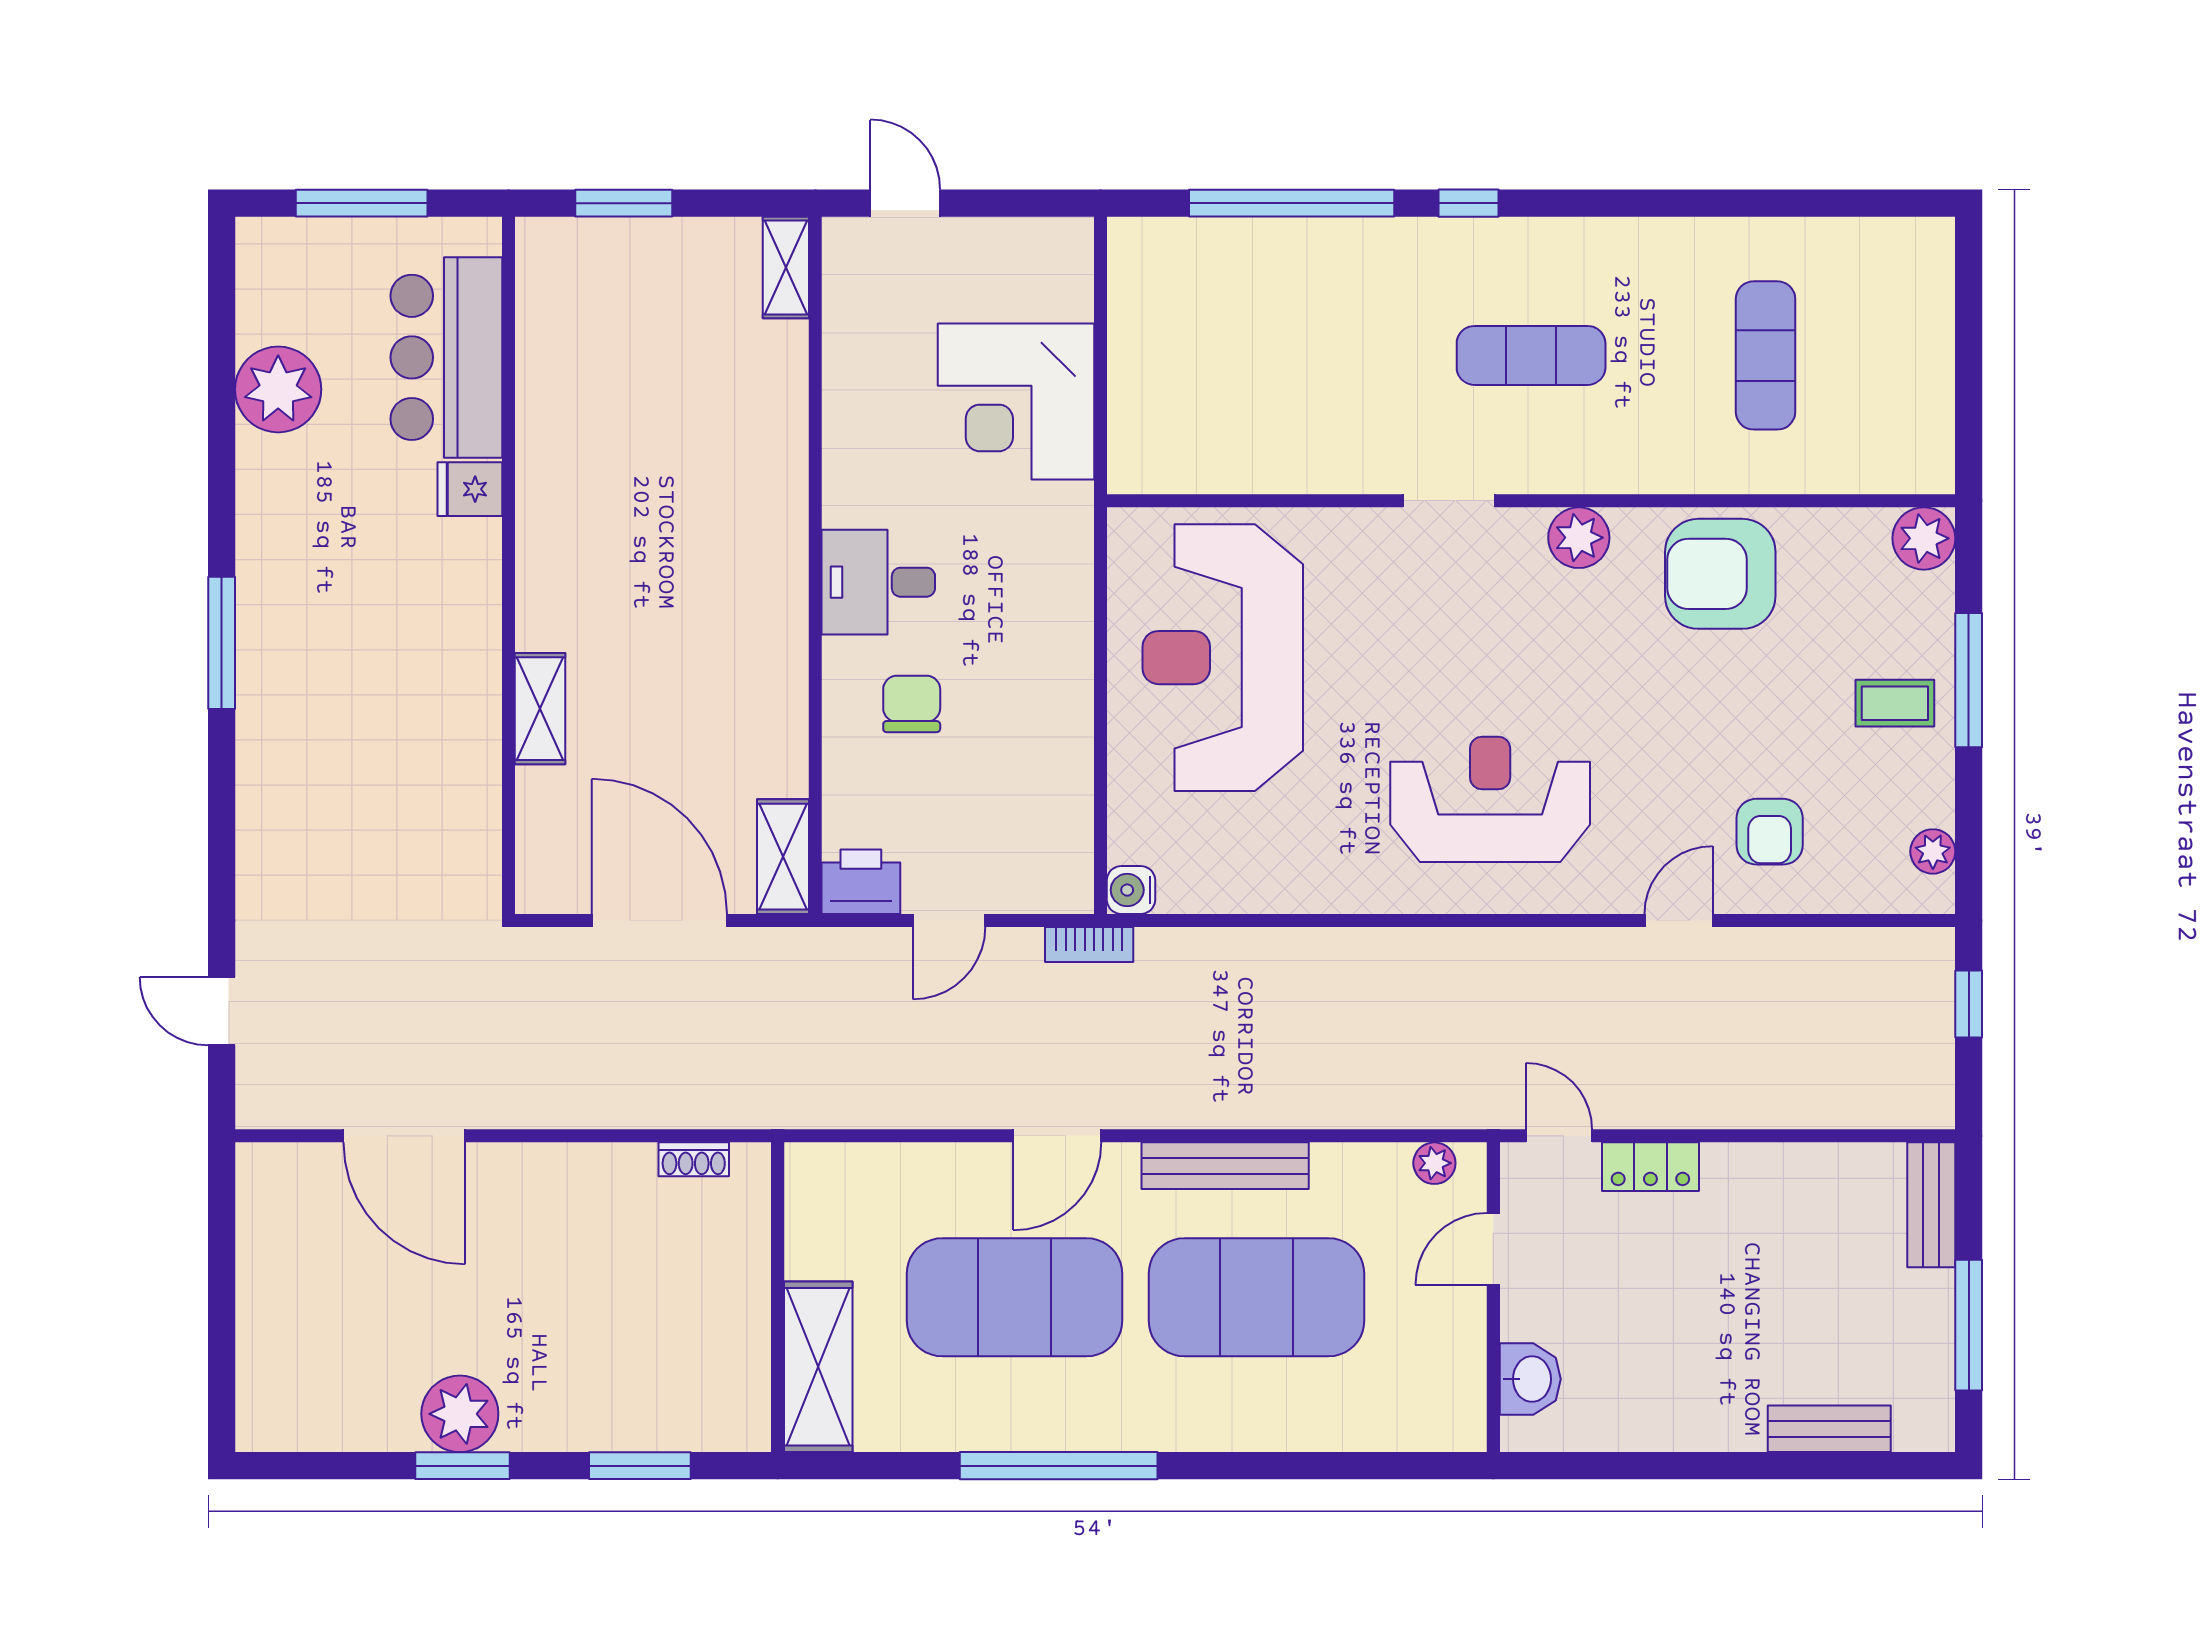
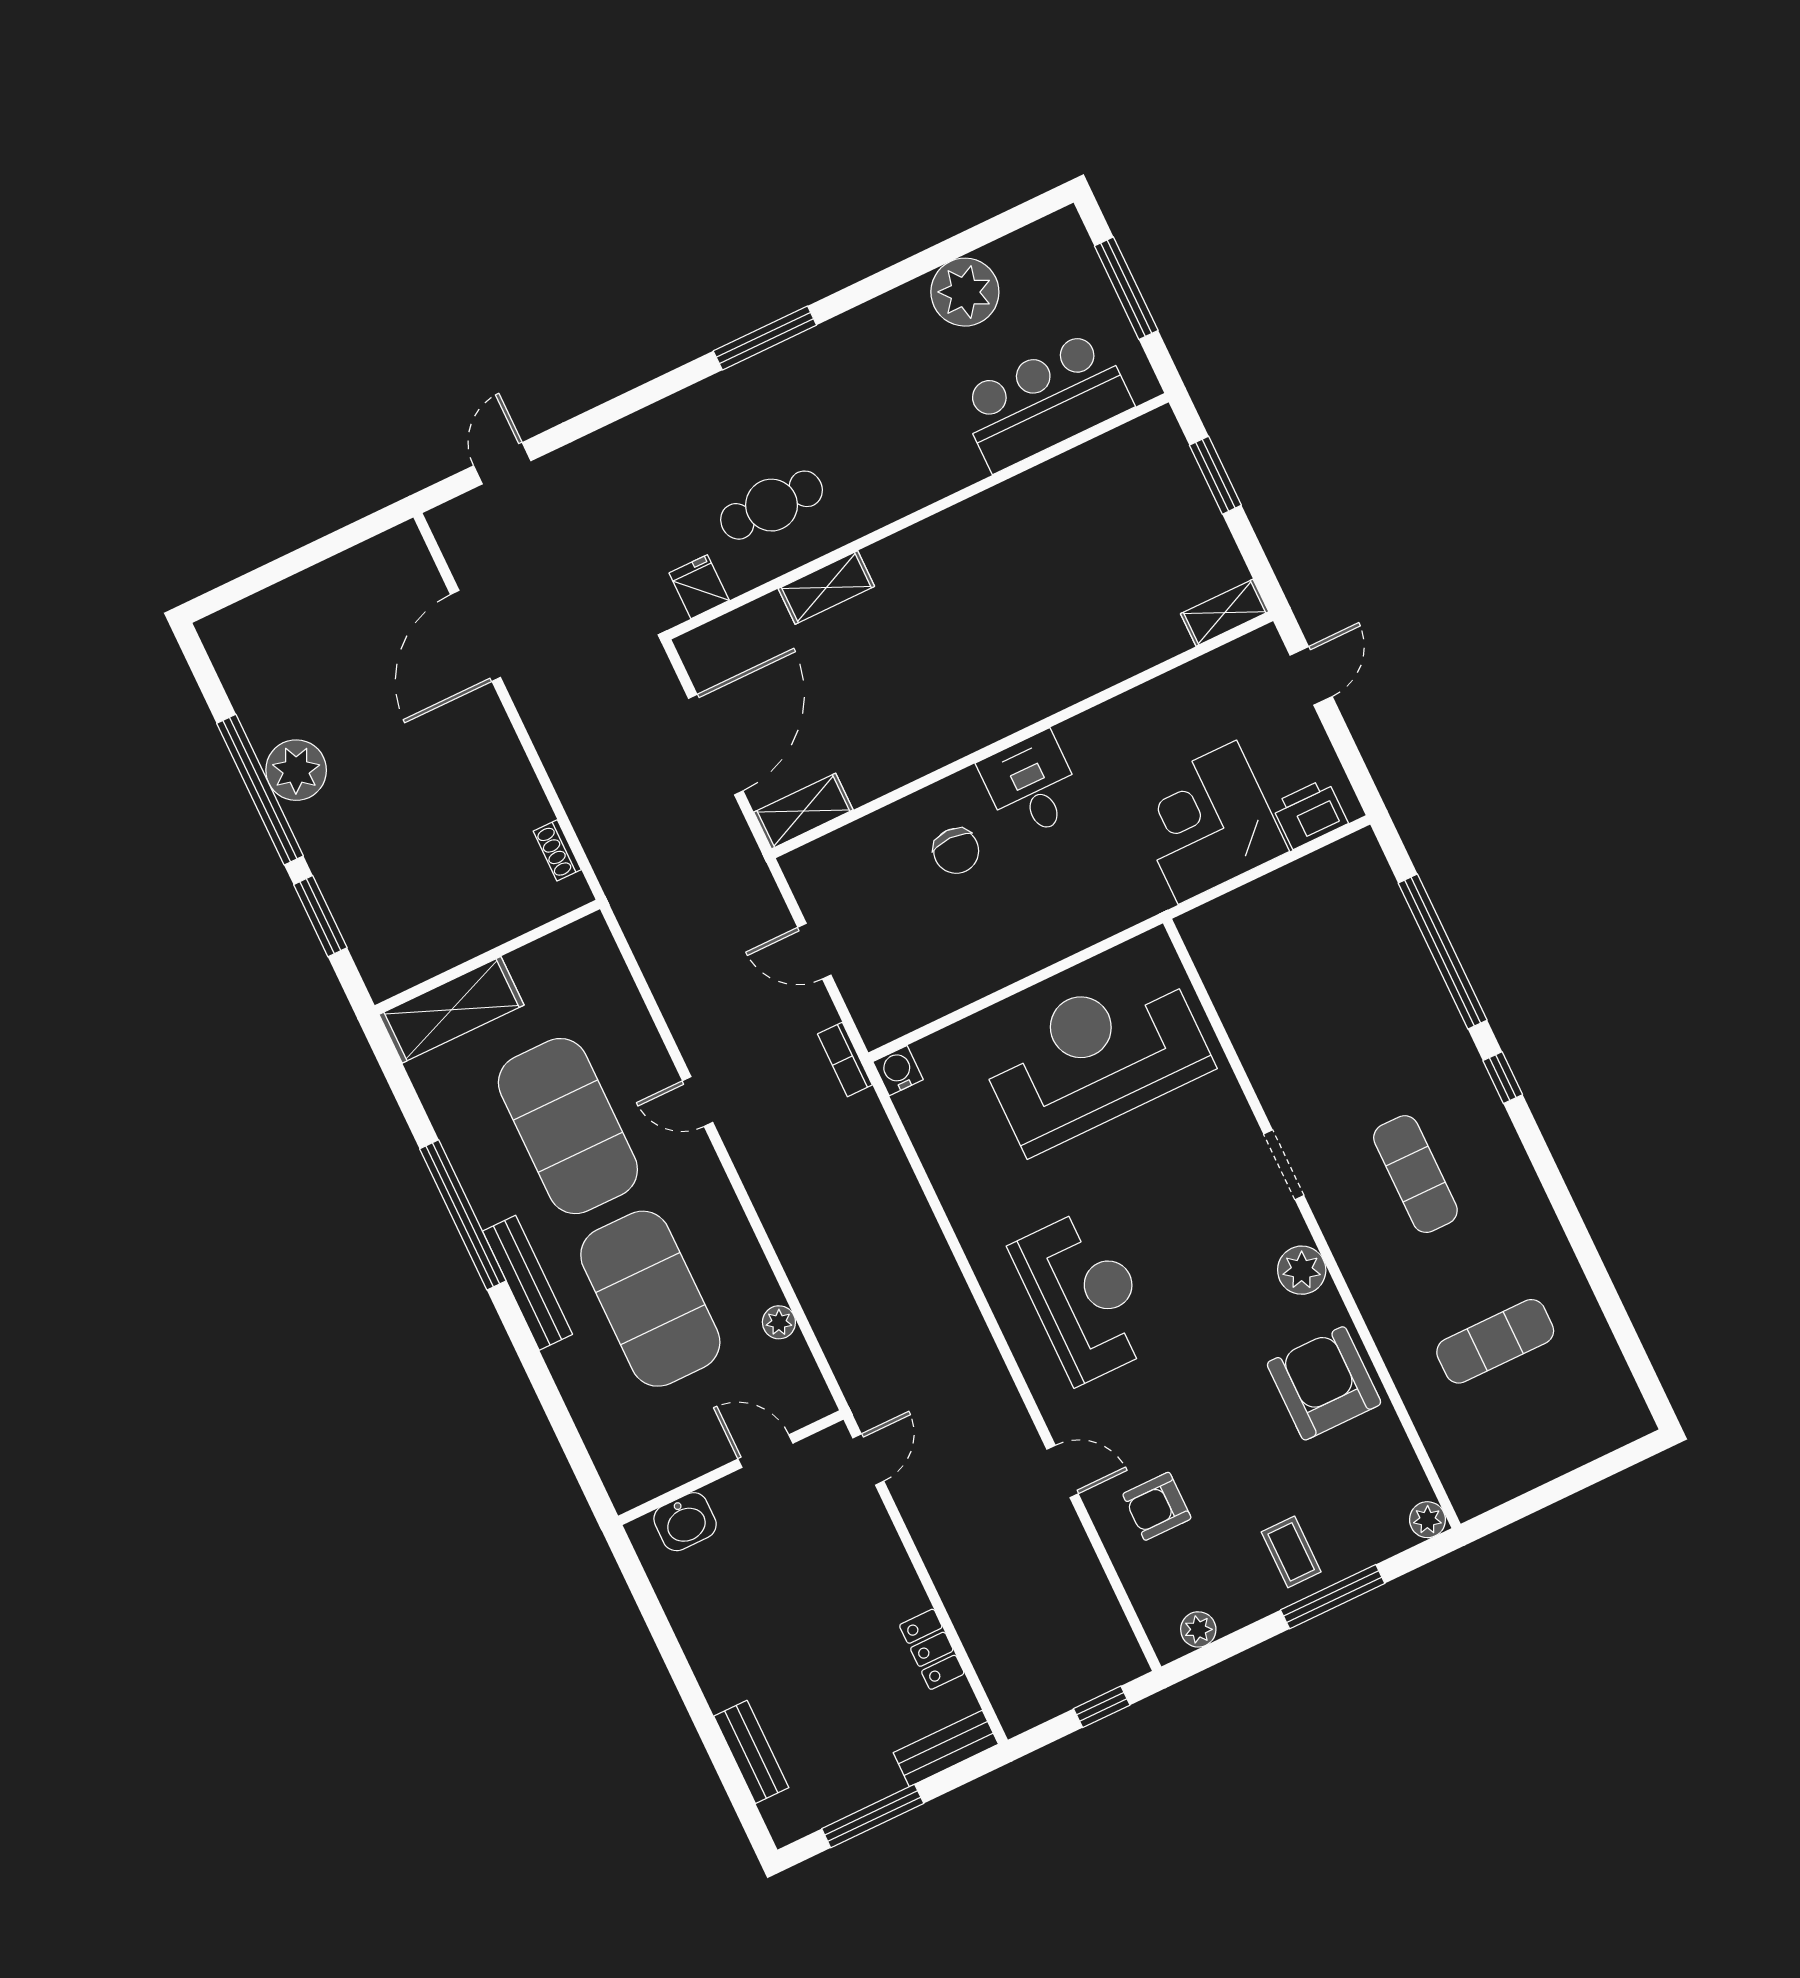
fridge: (470, 489) -> (699, 587), moved
plant: (1924, 538) -> (1427, 1520), width x0.73, depth x0.73
chair: (912, 704) -> (956, 851), turned 90
cafe table: (416, 726) -> (772, 505), added
printer: (861, 882) -> (1310, 814), moved, turned -90
door: (1057, 1136) -> (698, 1102), width x0.73
plant: (1434, 1163) -> (779, 1322), moved
bench: (1225, 1166) -> (527, 1283), moved
locker: (1650, 1167) -> (932, 1649), moved
window: (462, 1466) -> (260, 790), width x2.11

